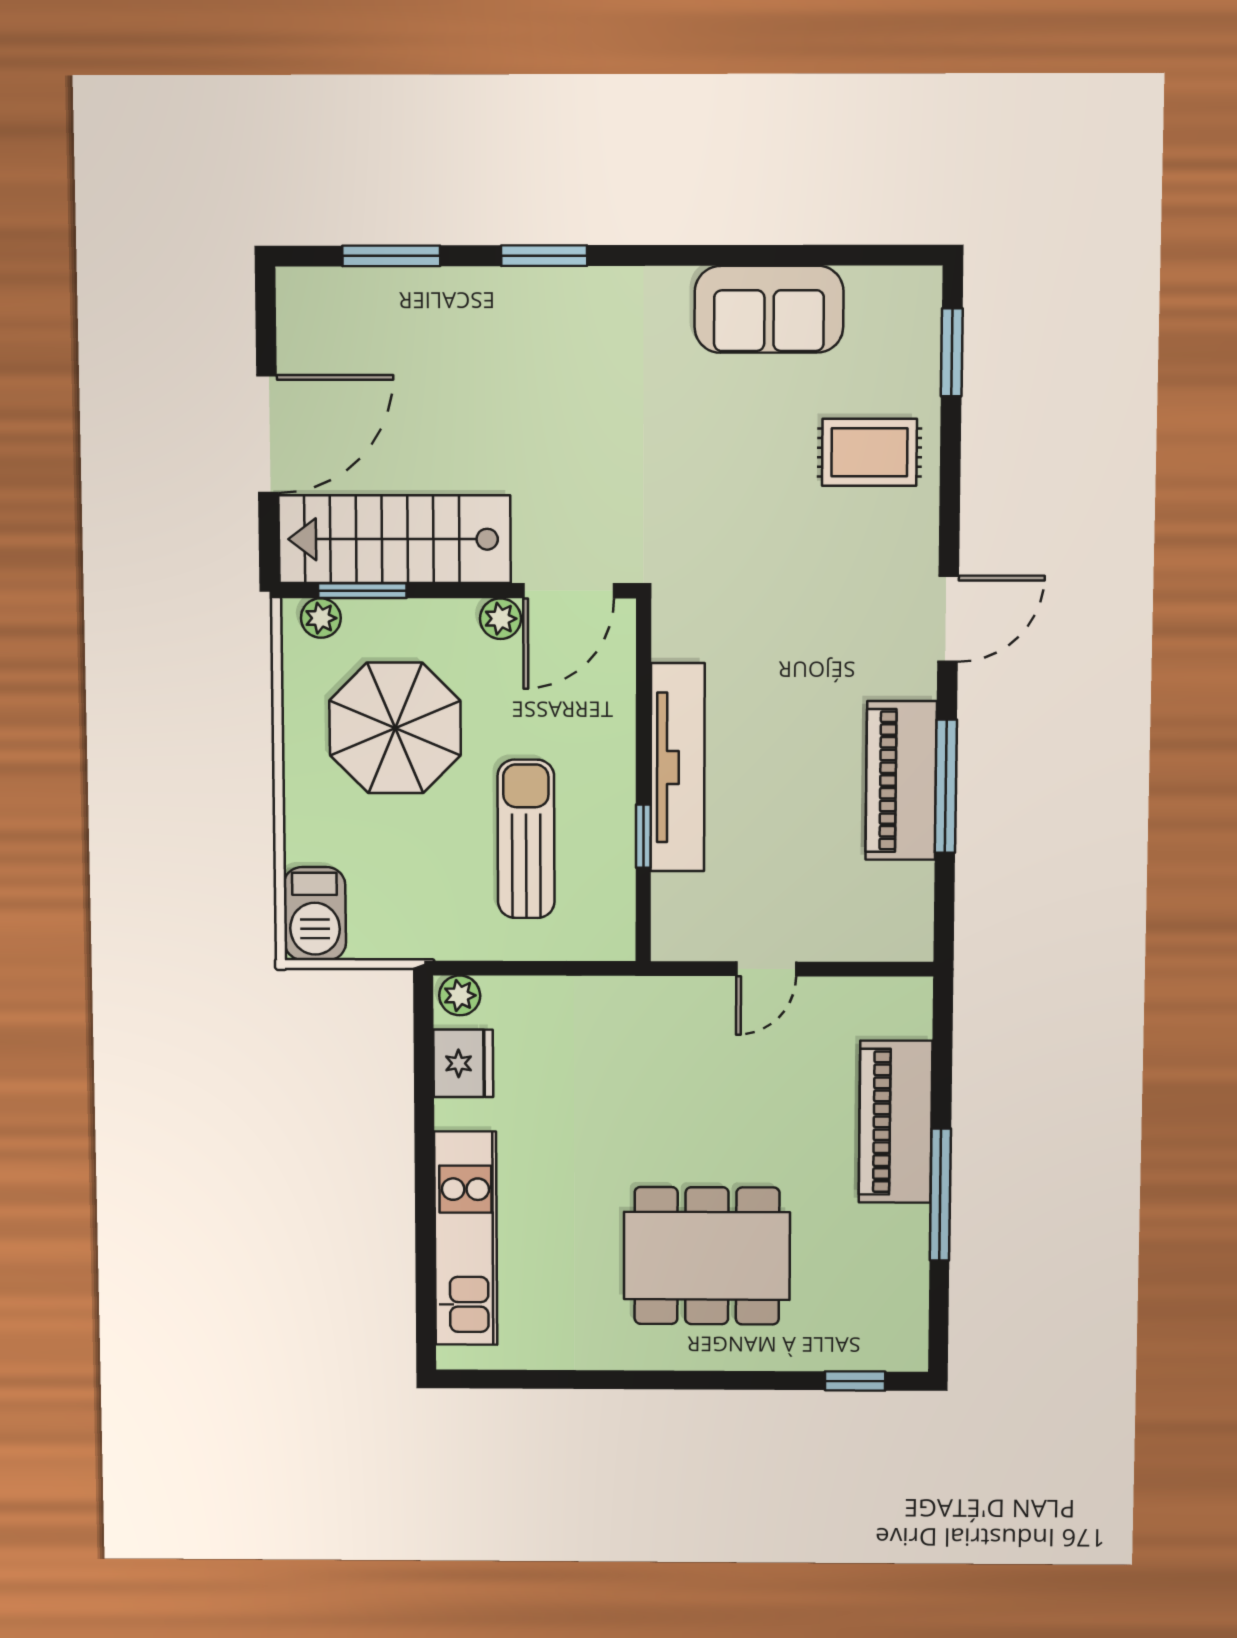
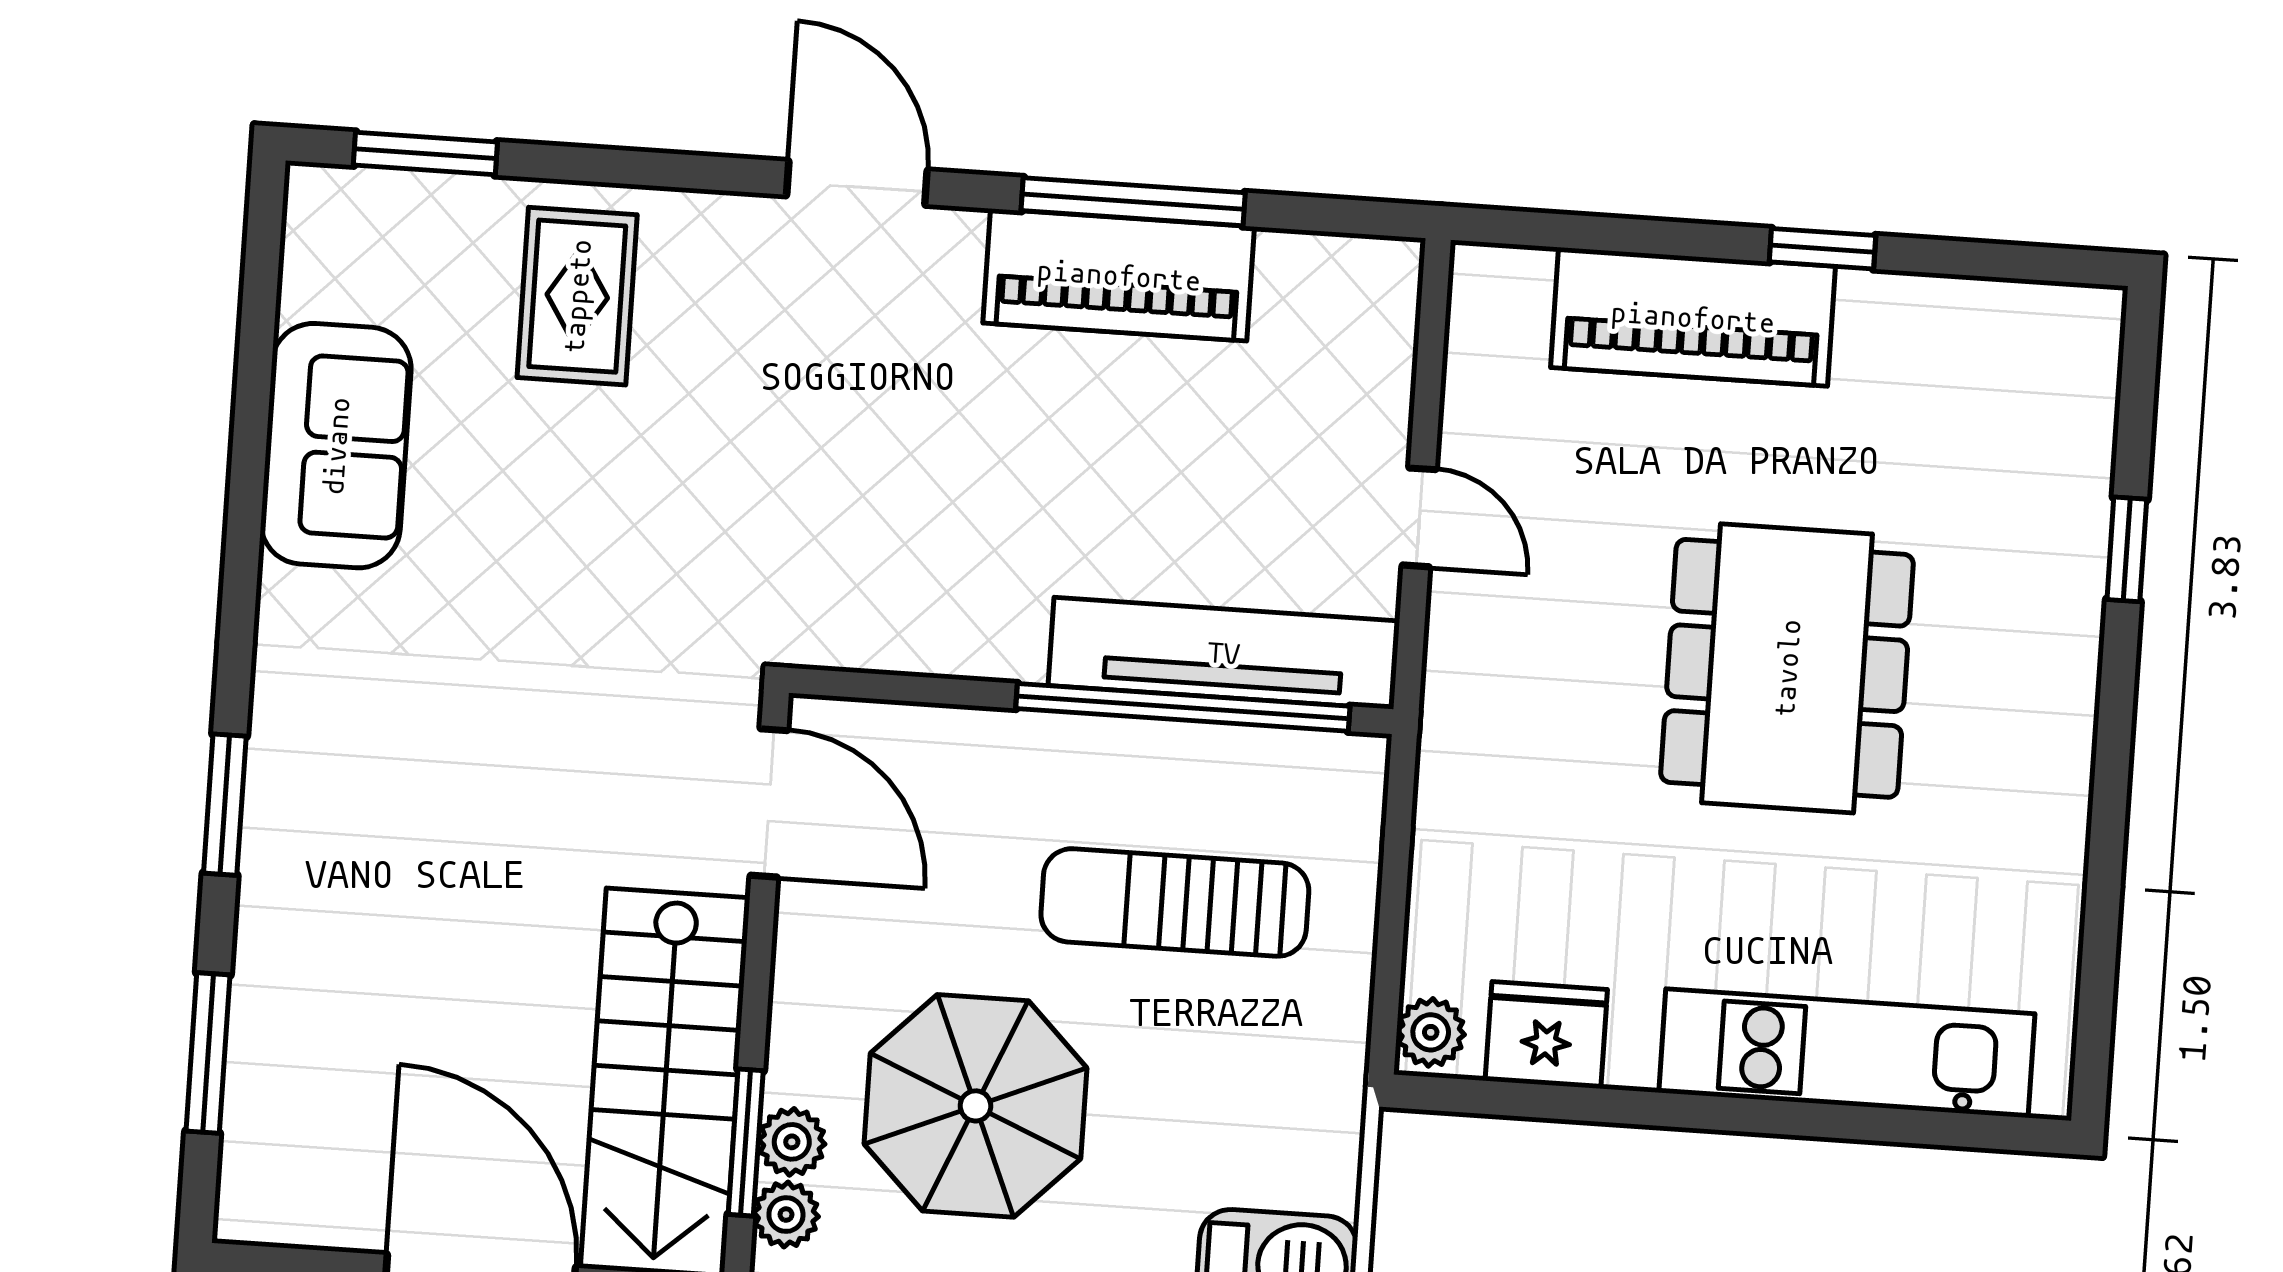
plant: (500, 619) -> (792, 1142), moved
tv unit: (678, 768) -> (1224, 653), moved
window: (643, 836) -> (1183, 707), width x3.17
window: (940, 1195) -> (1822, 249), width x0.46
dining table: (707, 1256) -> (1787, 668), moved
window: (855, 1381) -> (2127, 549), moved

